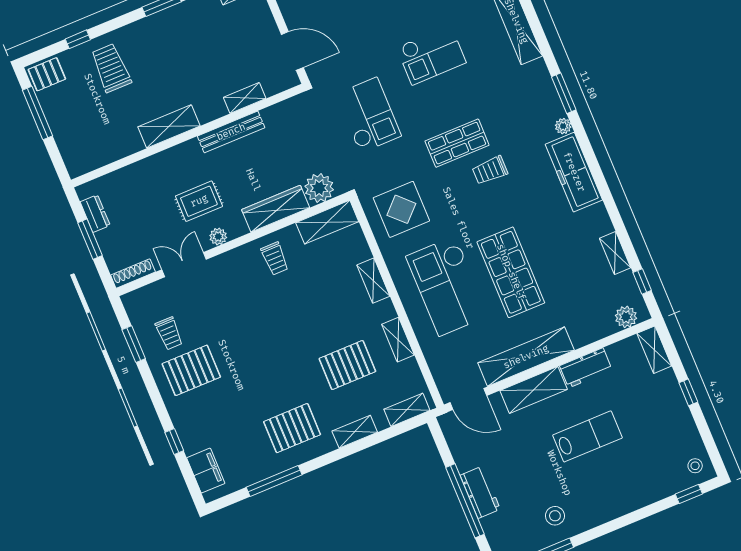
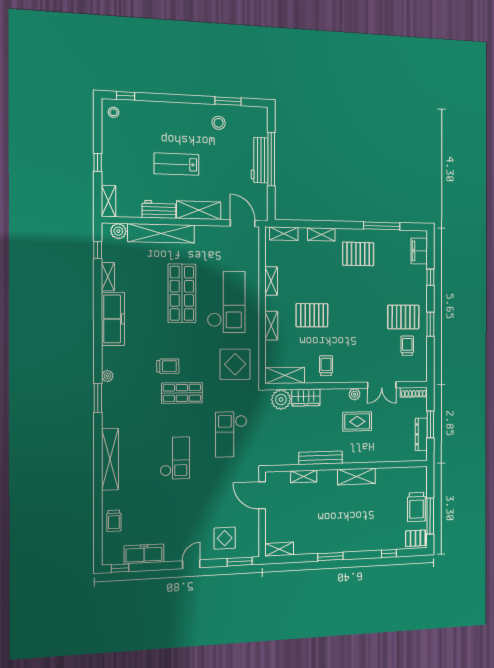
checkout: (431, 55) -> (175, 458), turned 90
trolley: (111, 68) -> (416, 507), moved
freezer: (574, 172) -> (113, 319), moved
wardrobe: (276, 209) -> (306, 397), width x0.67
dresser: (95, 214) -> (421, 434), width x1.44
window: (134, 344) -> (430, 324), moved
shelving: (526, 357) -> (161, 233), moved
pallet: (347, 365) -> (312, 315), moved
workbench: (480, 492) -> (260, 160), width x1.38

